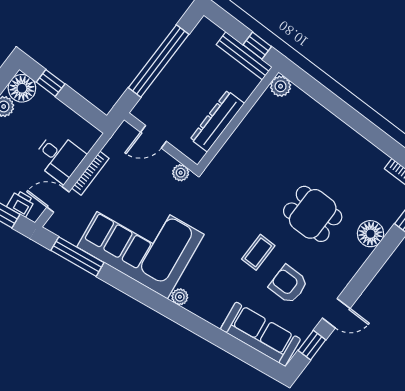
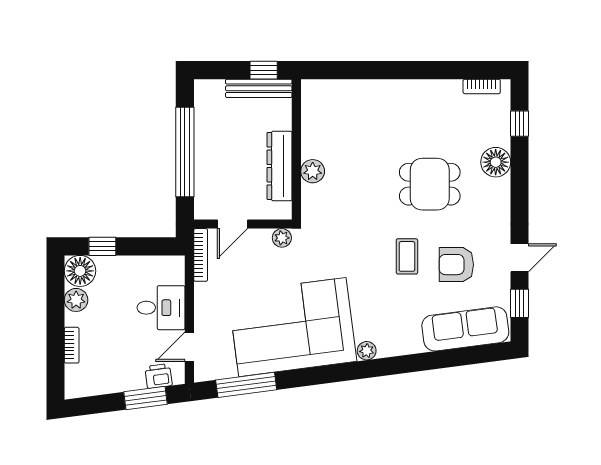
plant: (281, 86) -> (313, 171), moved
bookcase: (90, 173) -> (201, 255), moved

